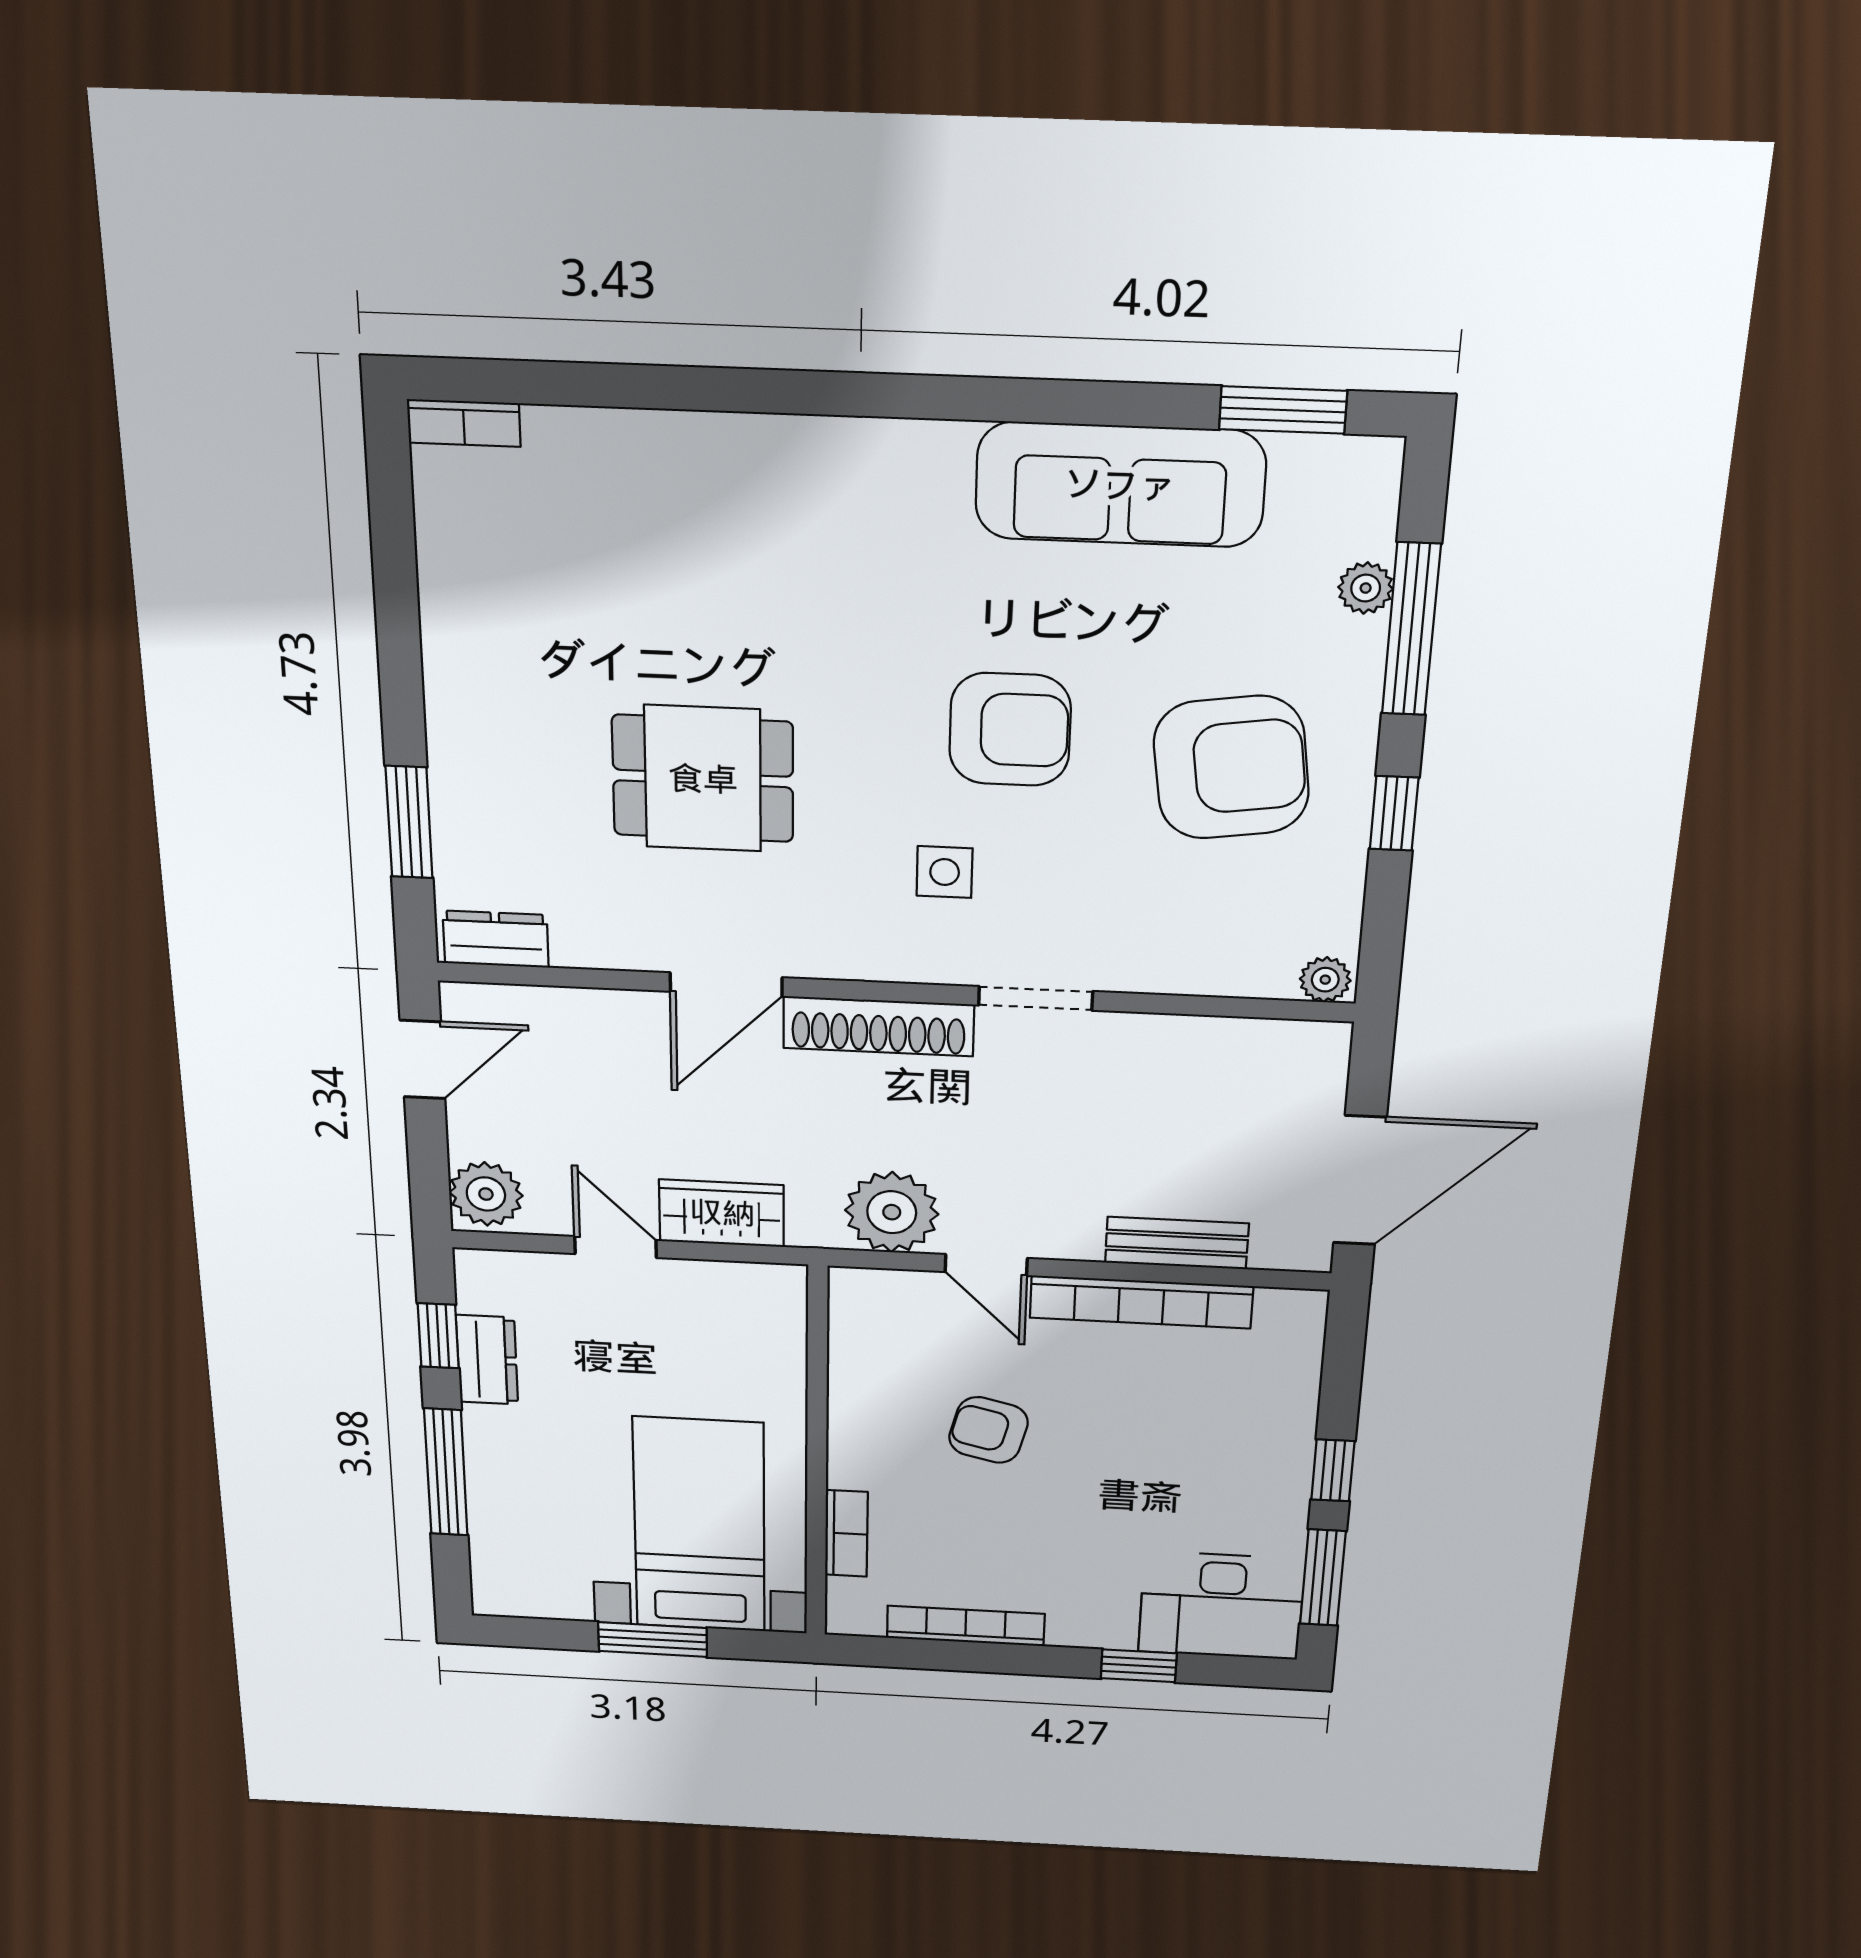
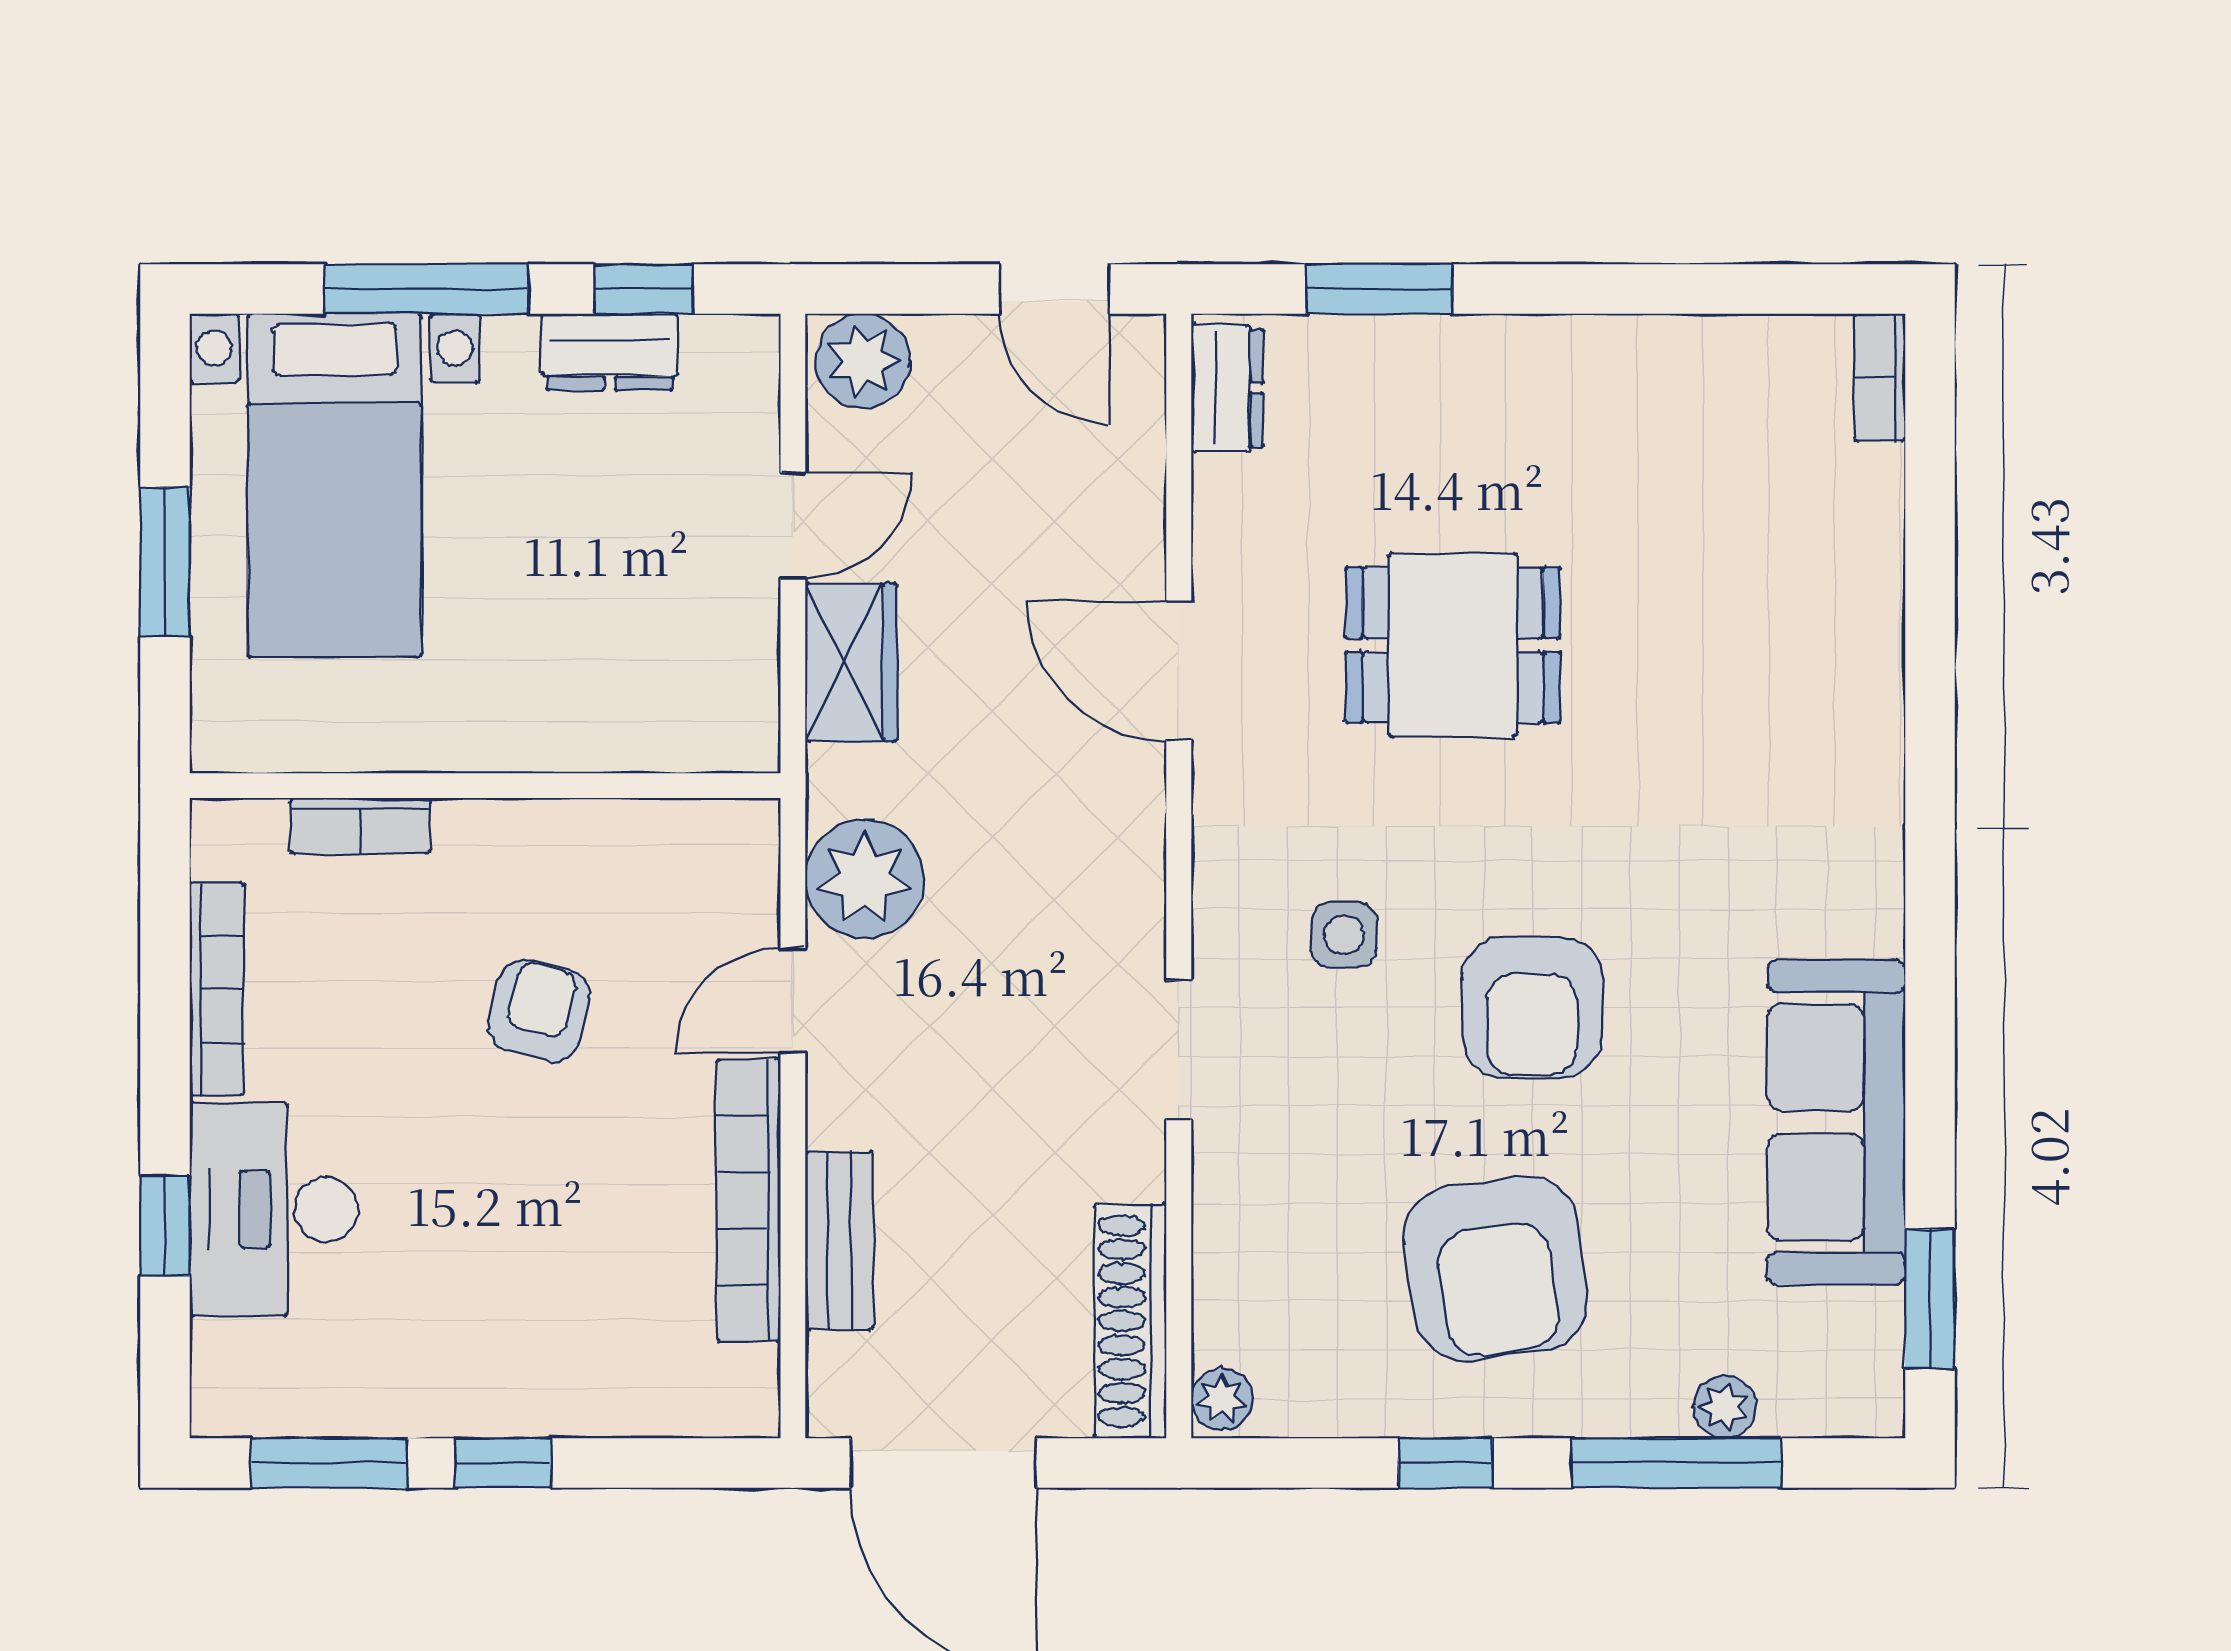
dining table: (703, 779) -> (1453, 645), turned 90
shoe rack: (878, 1026) -> (1130, 1321), moved
bed with nightstands: (699, 1525) -> (335, 485), moved, turned 90
desk: (1221, 1606) -> (274, 1209), moved

